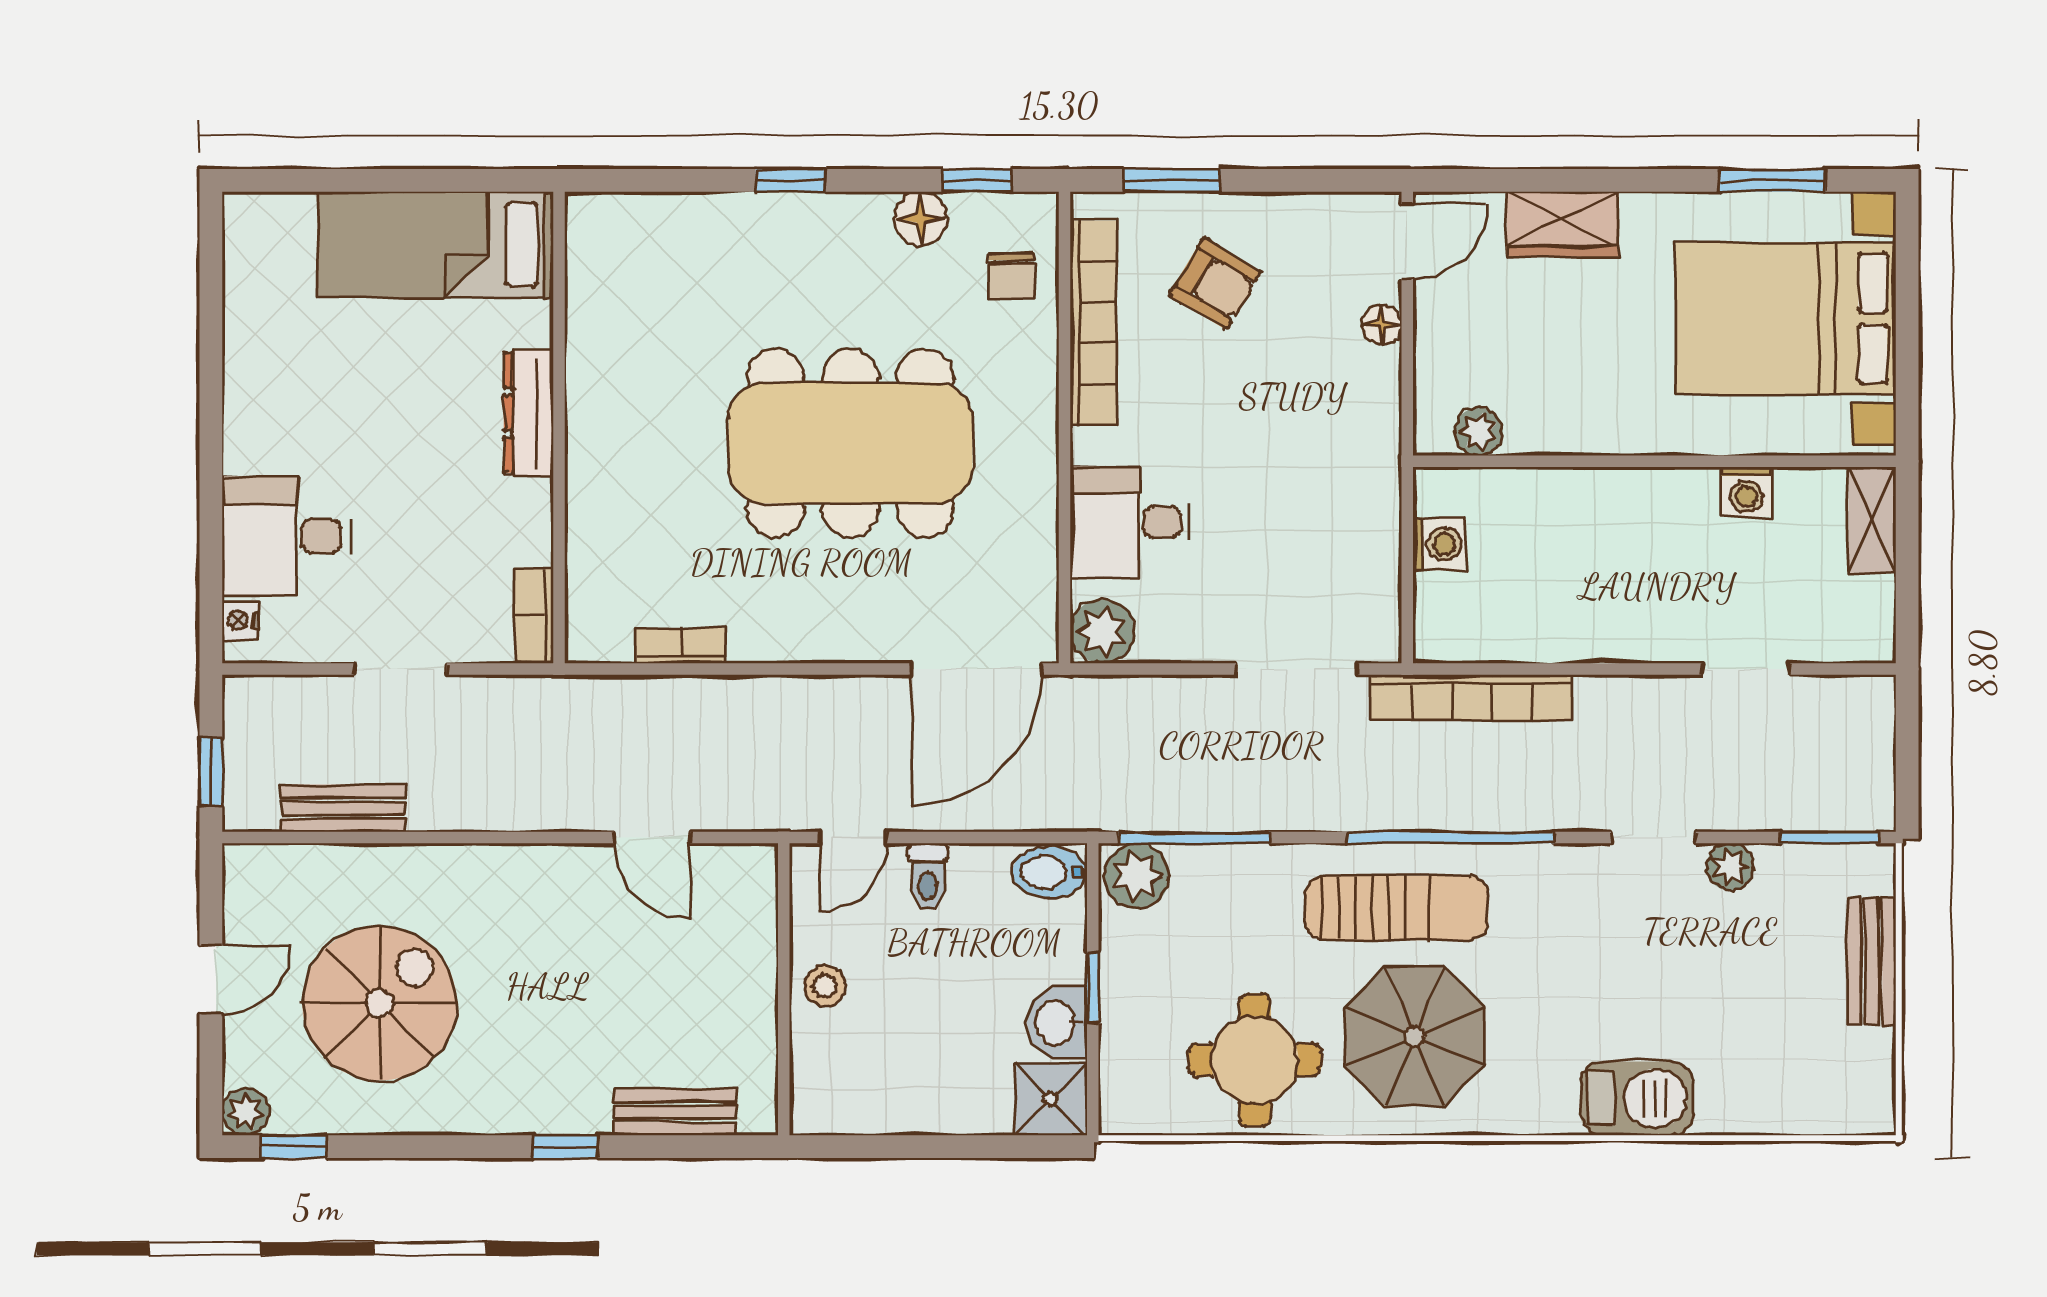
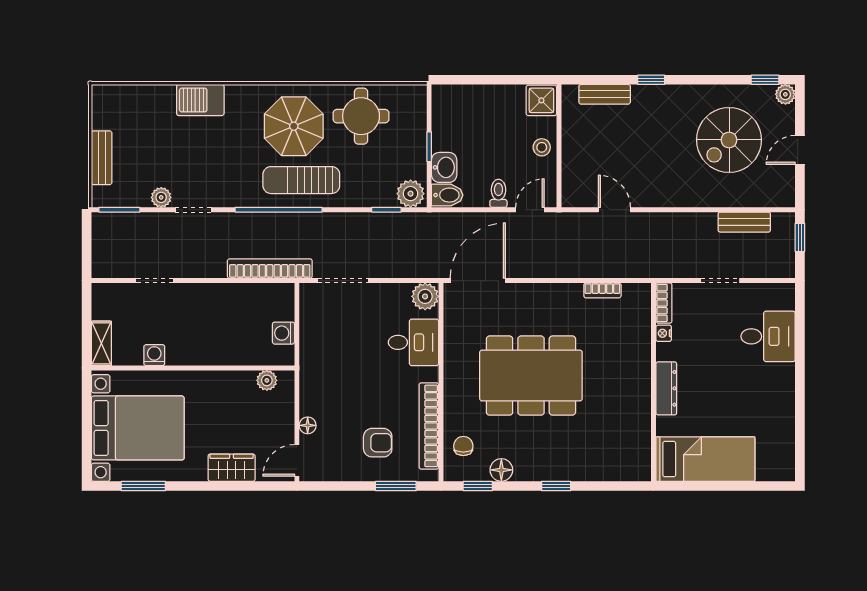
armchair: (1215, 284) -> (378, 443), turned 149
nightstand: (241, 620) -> (664, 333), moved, turned 180
window: (1194, 838) -> (386, 210), width x0.46
washbasin: (1057, 1023) -> (444, 167), moved
shower: (1051, 1099) -> (541, 100), moved

